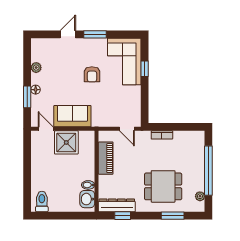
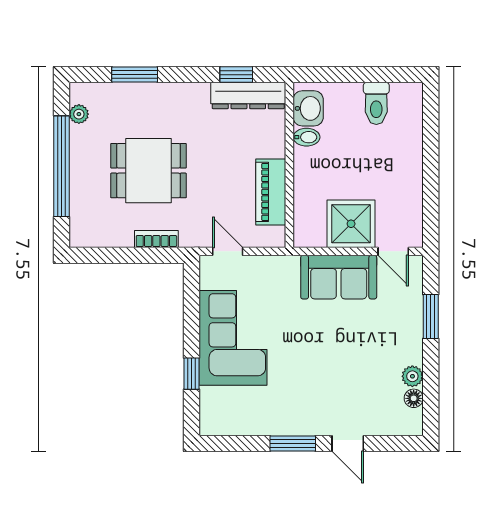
door: (68, 34) -> (348, 444), hinge flipped
corner sofa: (124, 62) -> (233, 338), moved
armchair: (92, 74) -> (299, 363), removed
floor lamp: (36, 90) -> (414, 398), moved
dining table: (163, 186) -> (148, 171), moved
toilet: (42, 202) -> (376, 103), moved

